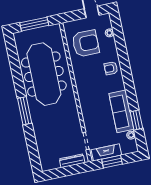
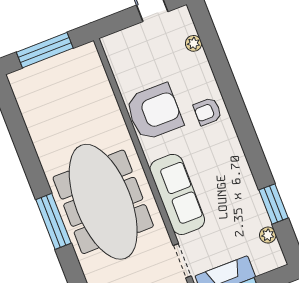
armchair: (86, 43) -> (154, 112), moved
meeting table: (44, 74) -> (103, 202), moved
sofa: (121, 111) -> (177, 194), moved, turned 180

